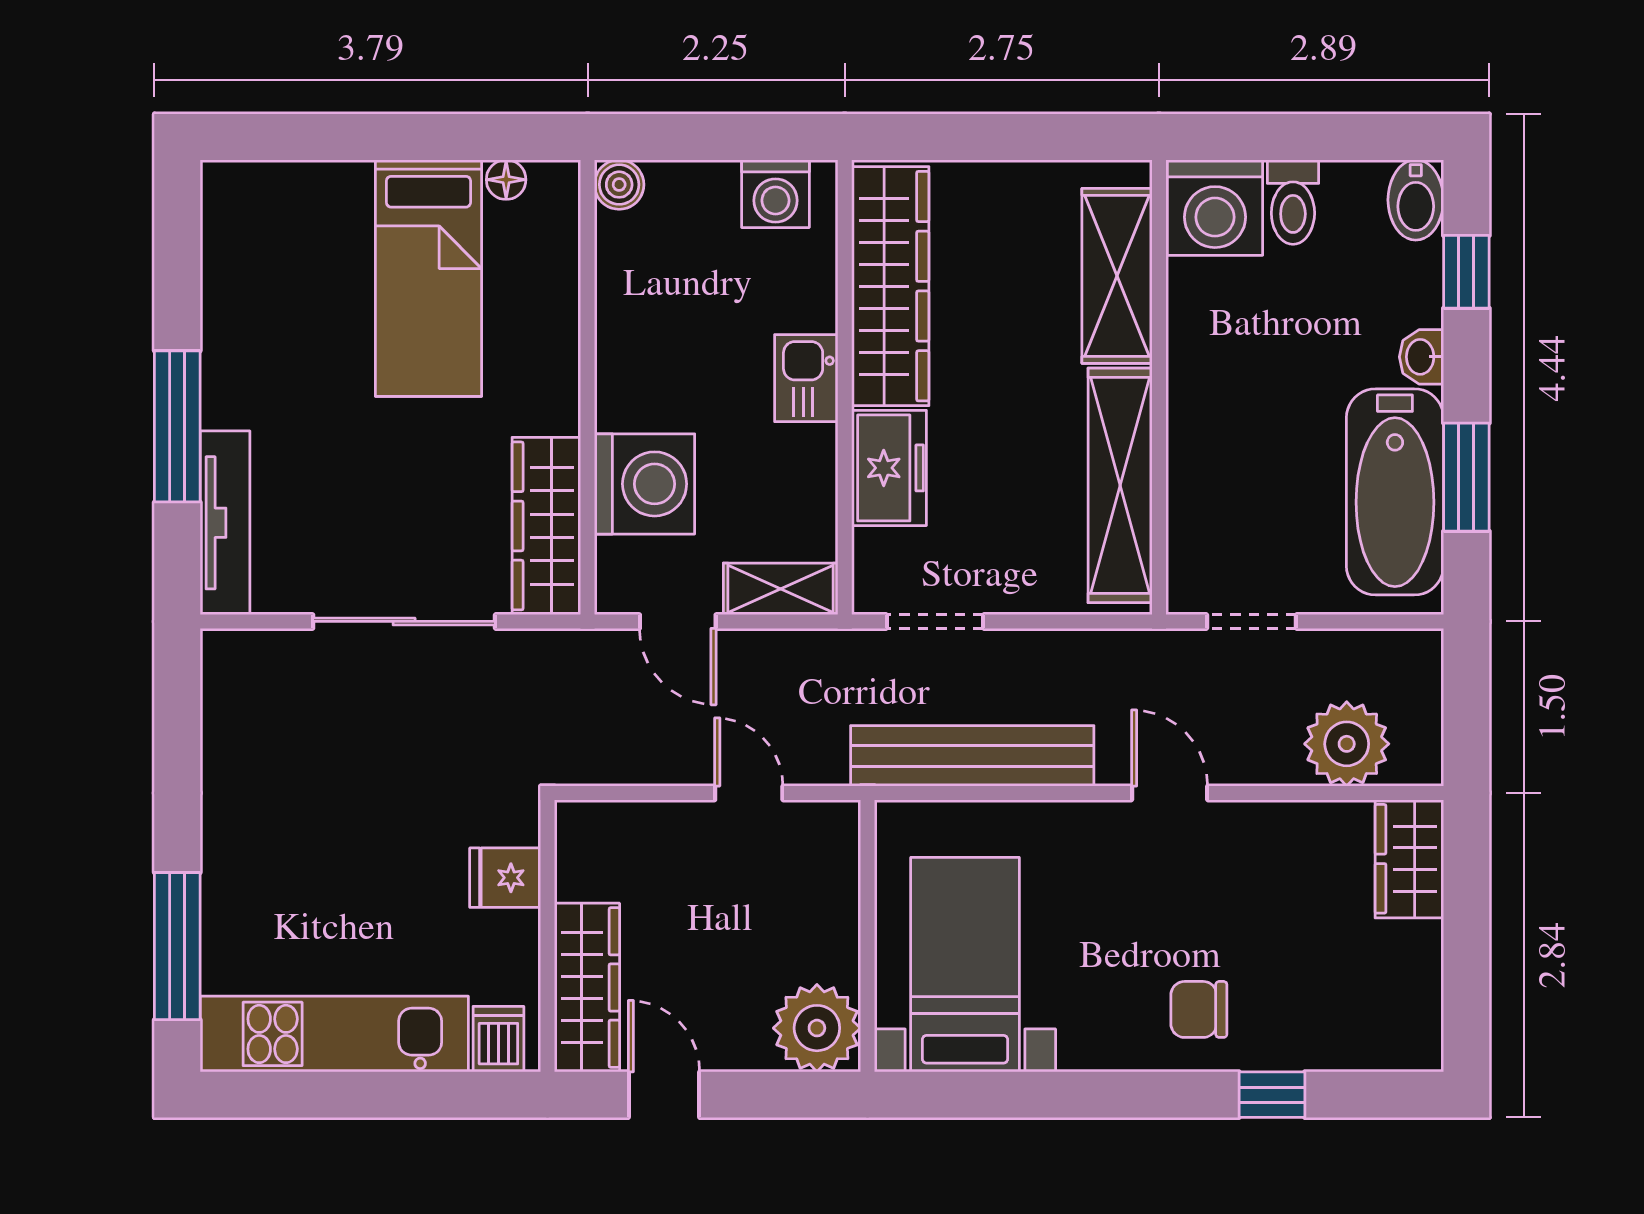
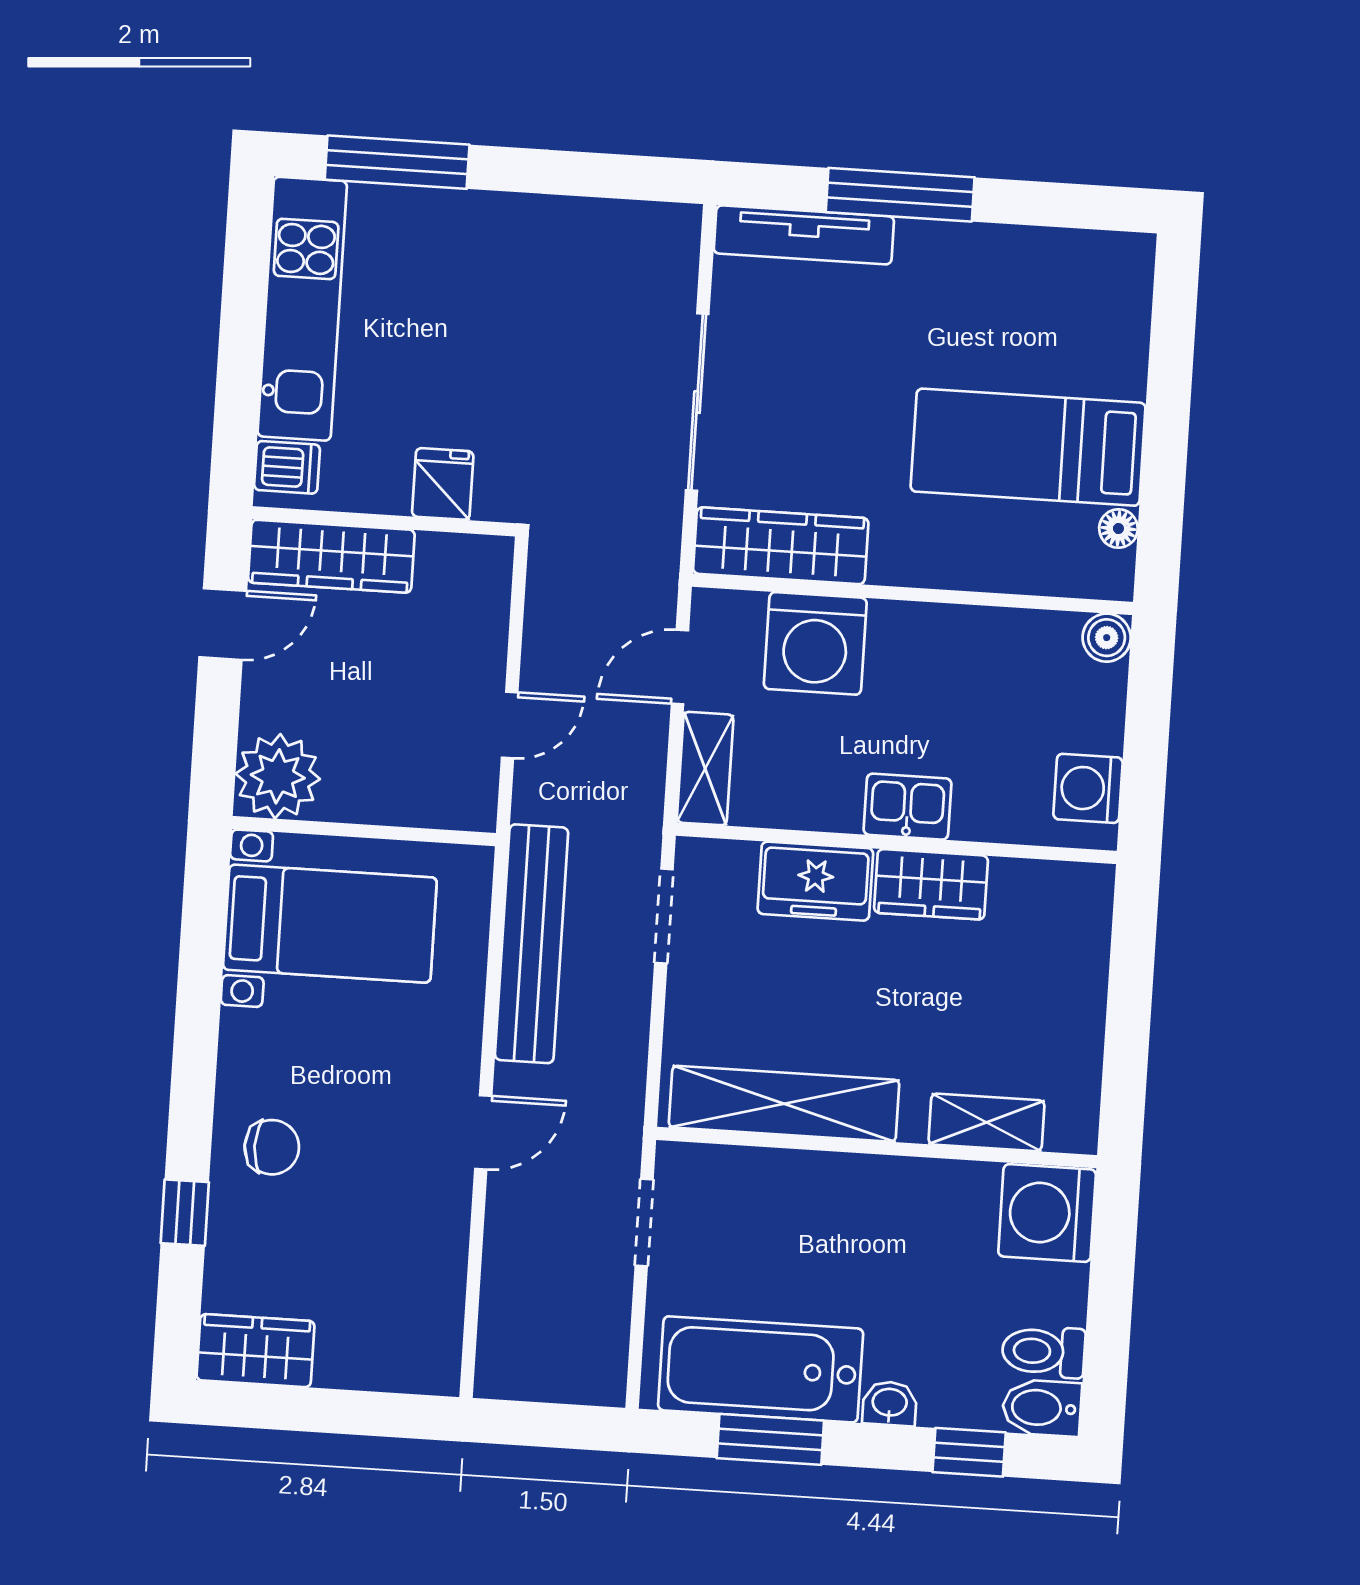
toilet: (1293, 202) -> (1043, 1351), moved
shelving: (1117, 276) -> (986, 1122), width x0.67, depth x0.75
wardrobe: (890, 286) -> (931, 884), width x0.48, depth x0.85
plant: (1347, 744) -> (520, 1307), removed
wardrobe: (1409, 859) -> (255, 1351), moved
chair: (1199, 1009) -> (272, 1147), turned 90

